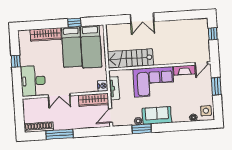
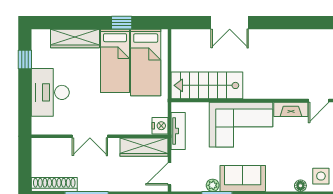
window: (16, 61) -> (25, 60), moved
desk: (33, 81) -> (50, 92), moved

